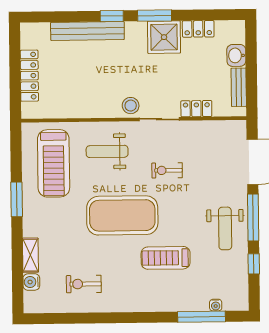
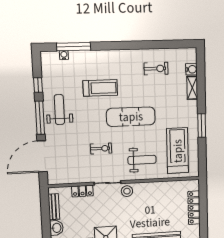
exercise mat: (122, 215) -> (131, 117), width x0.68

